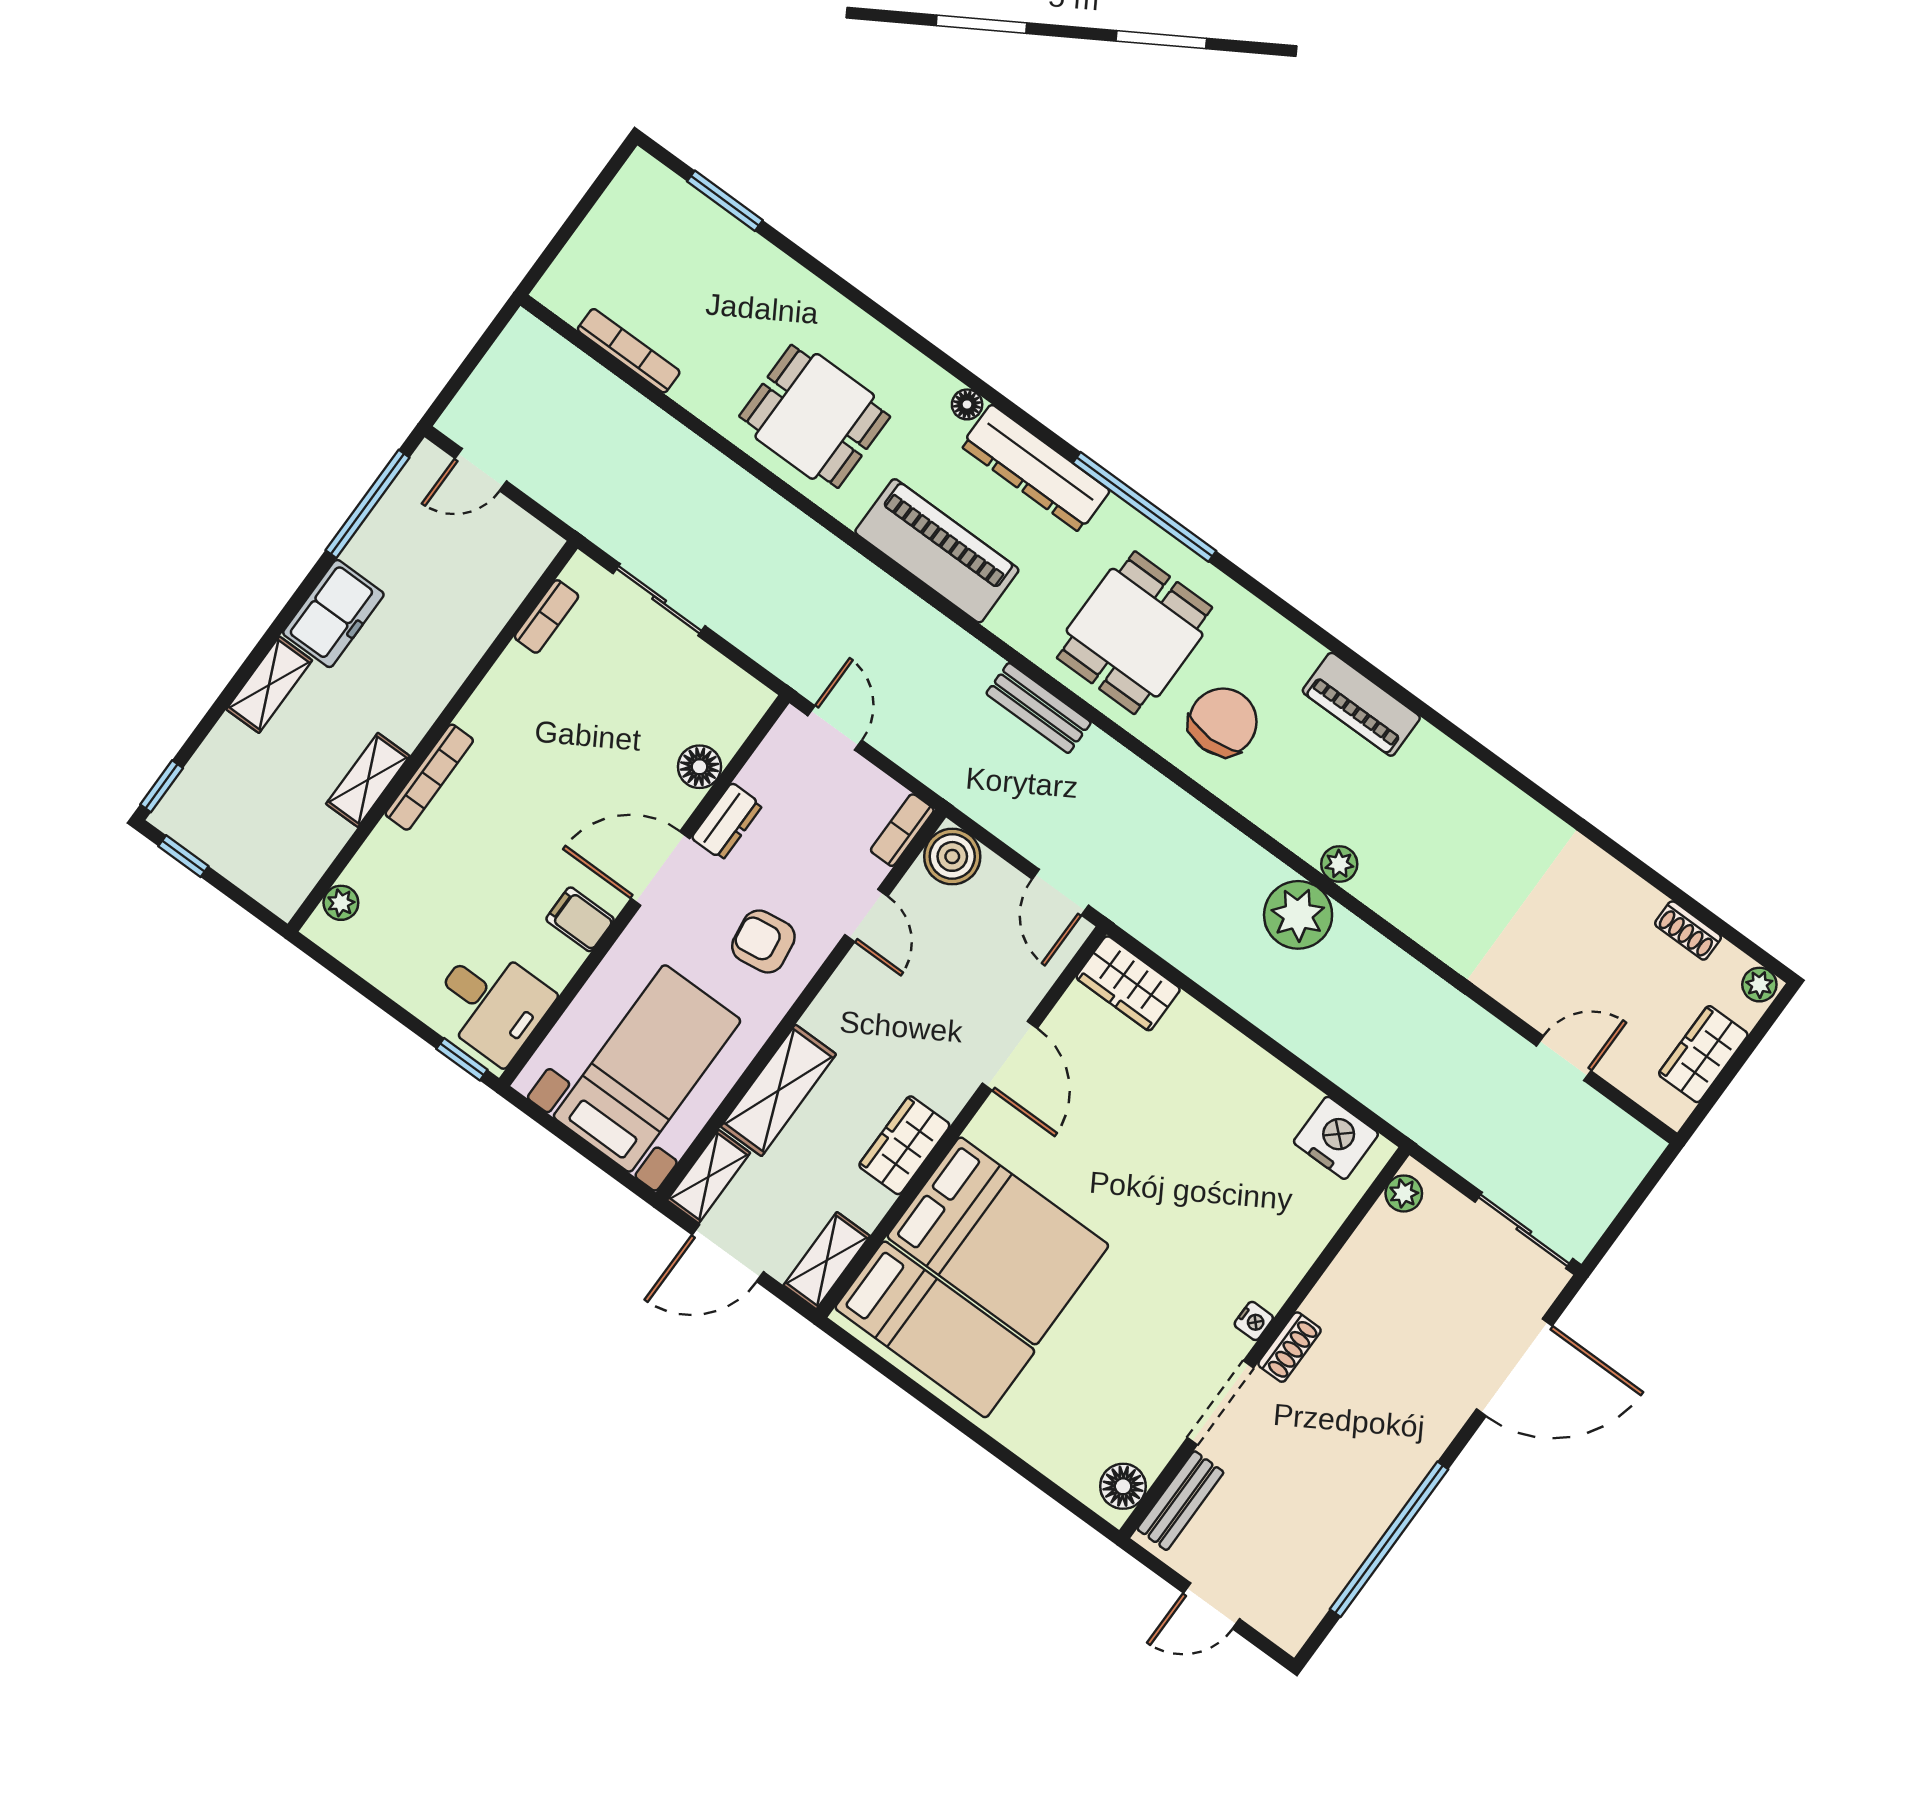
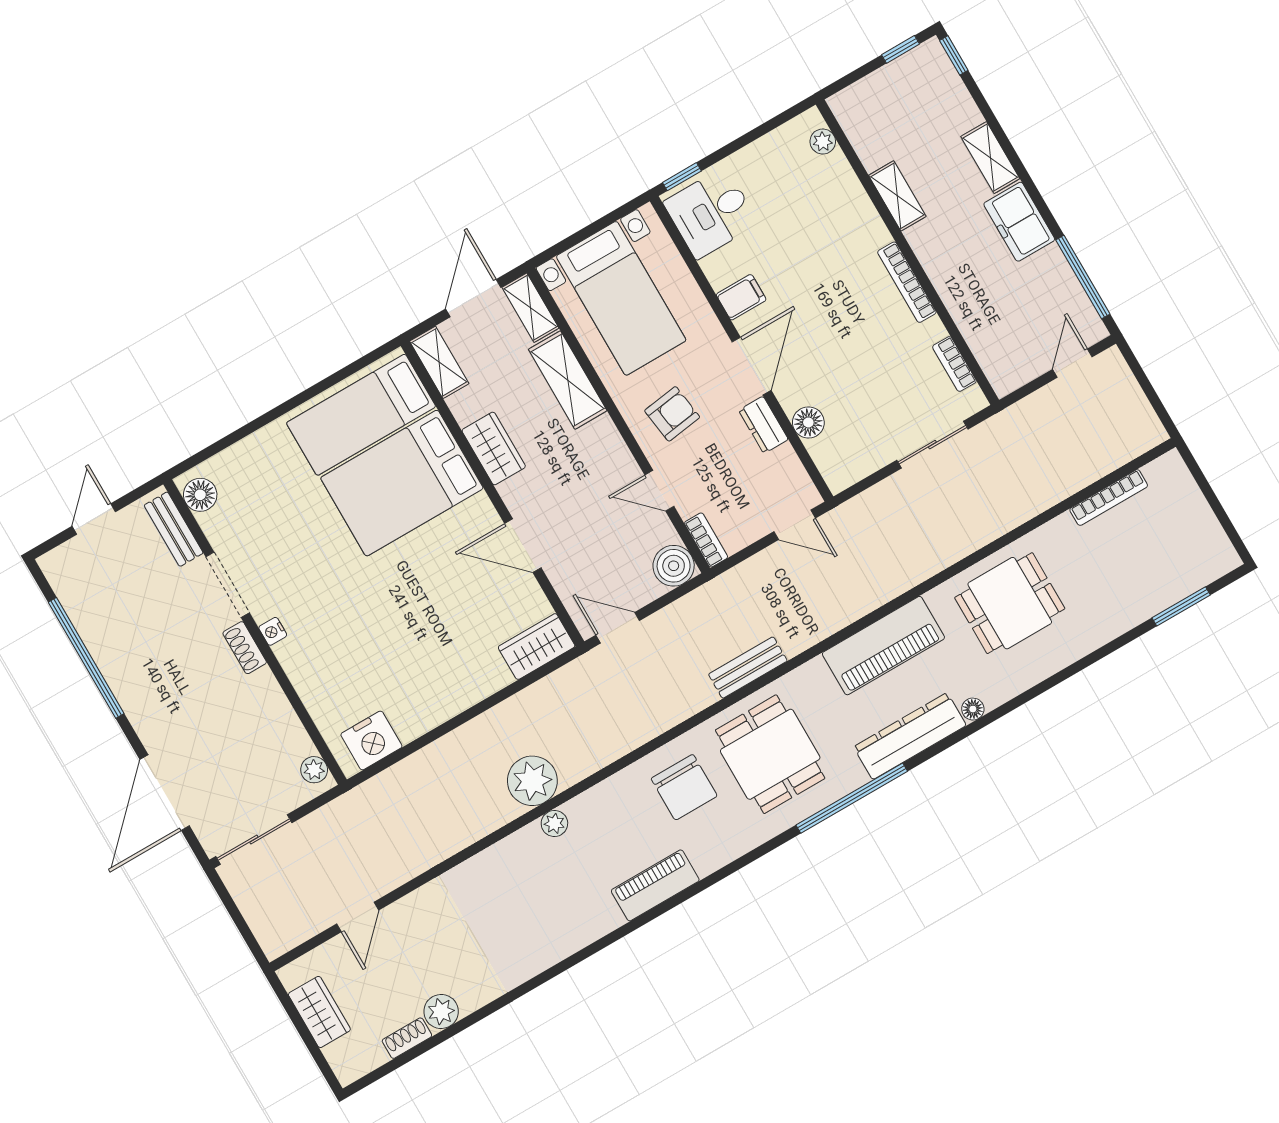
bookcase: (429, 777) -> (907, 282), moved
plant: (1759, 985) -> (441, 1012), moved, width x1.38, depth x1.38

